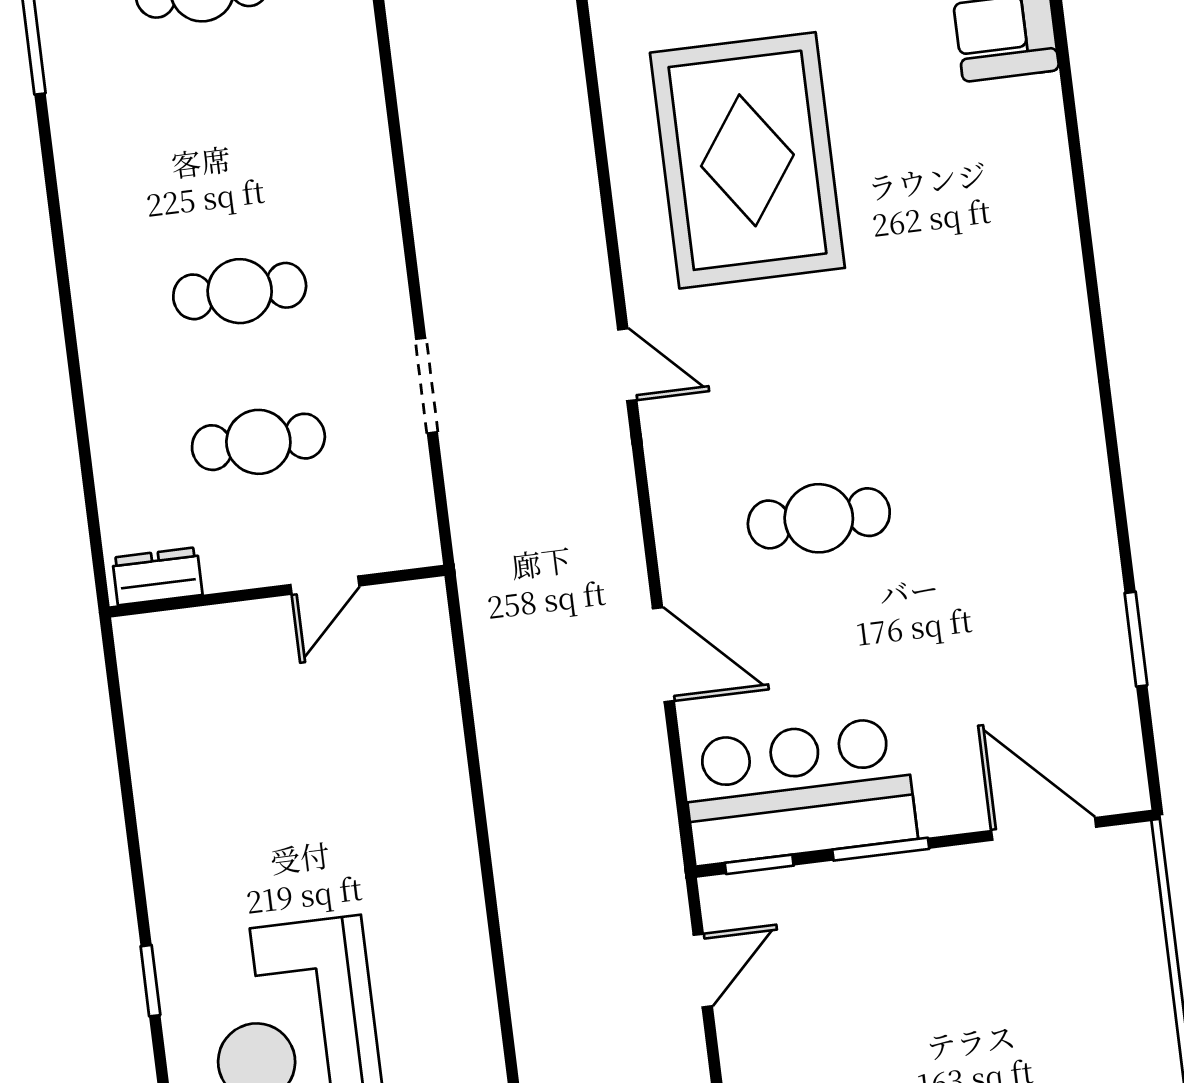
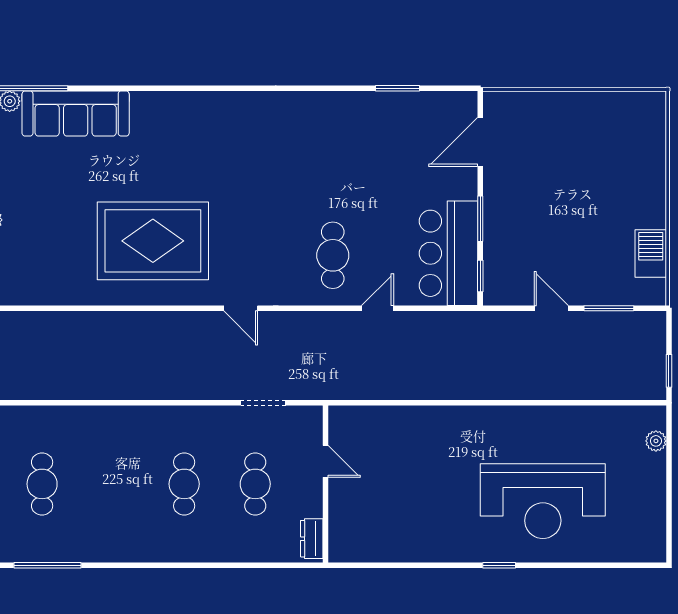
door: (627, 365) -> (241, 308), swing flipped
doorway: (427, 386) -> (263, 403), moved
cafe table: (819, 518) -> (333, 255), moved
door: (663, 655) -> (377, 308), width x0.73
door: (703, 971) -> (551, 308), moved

